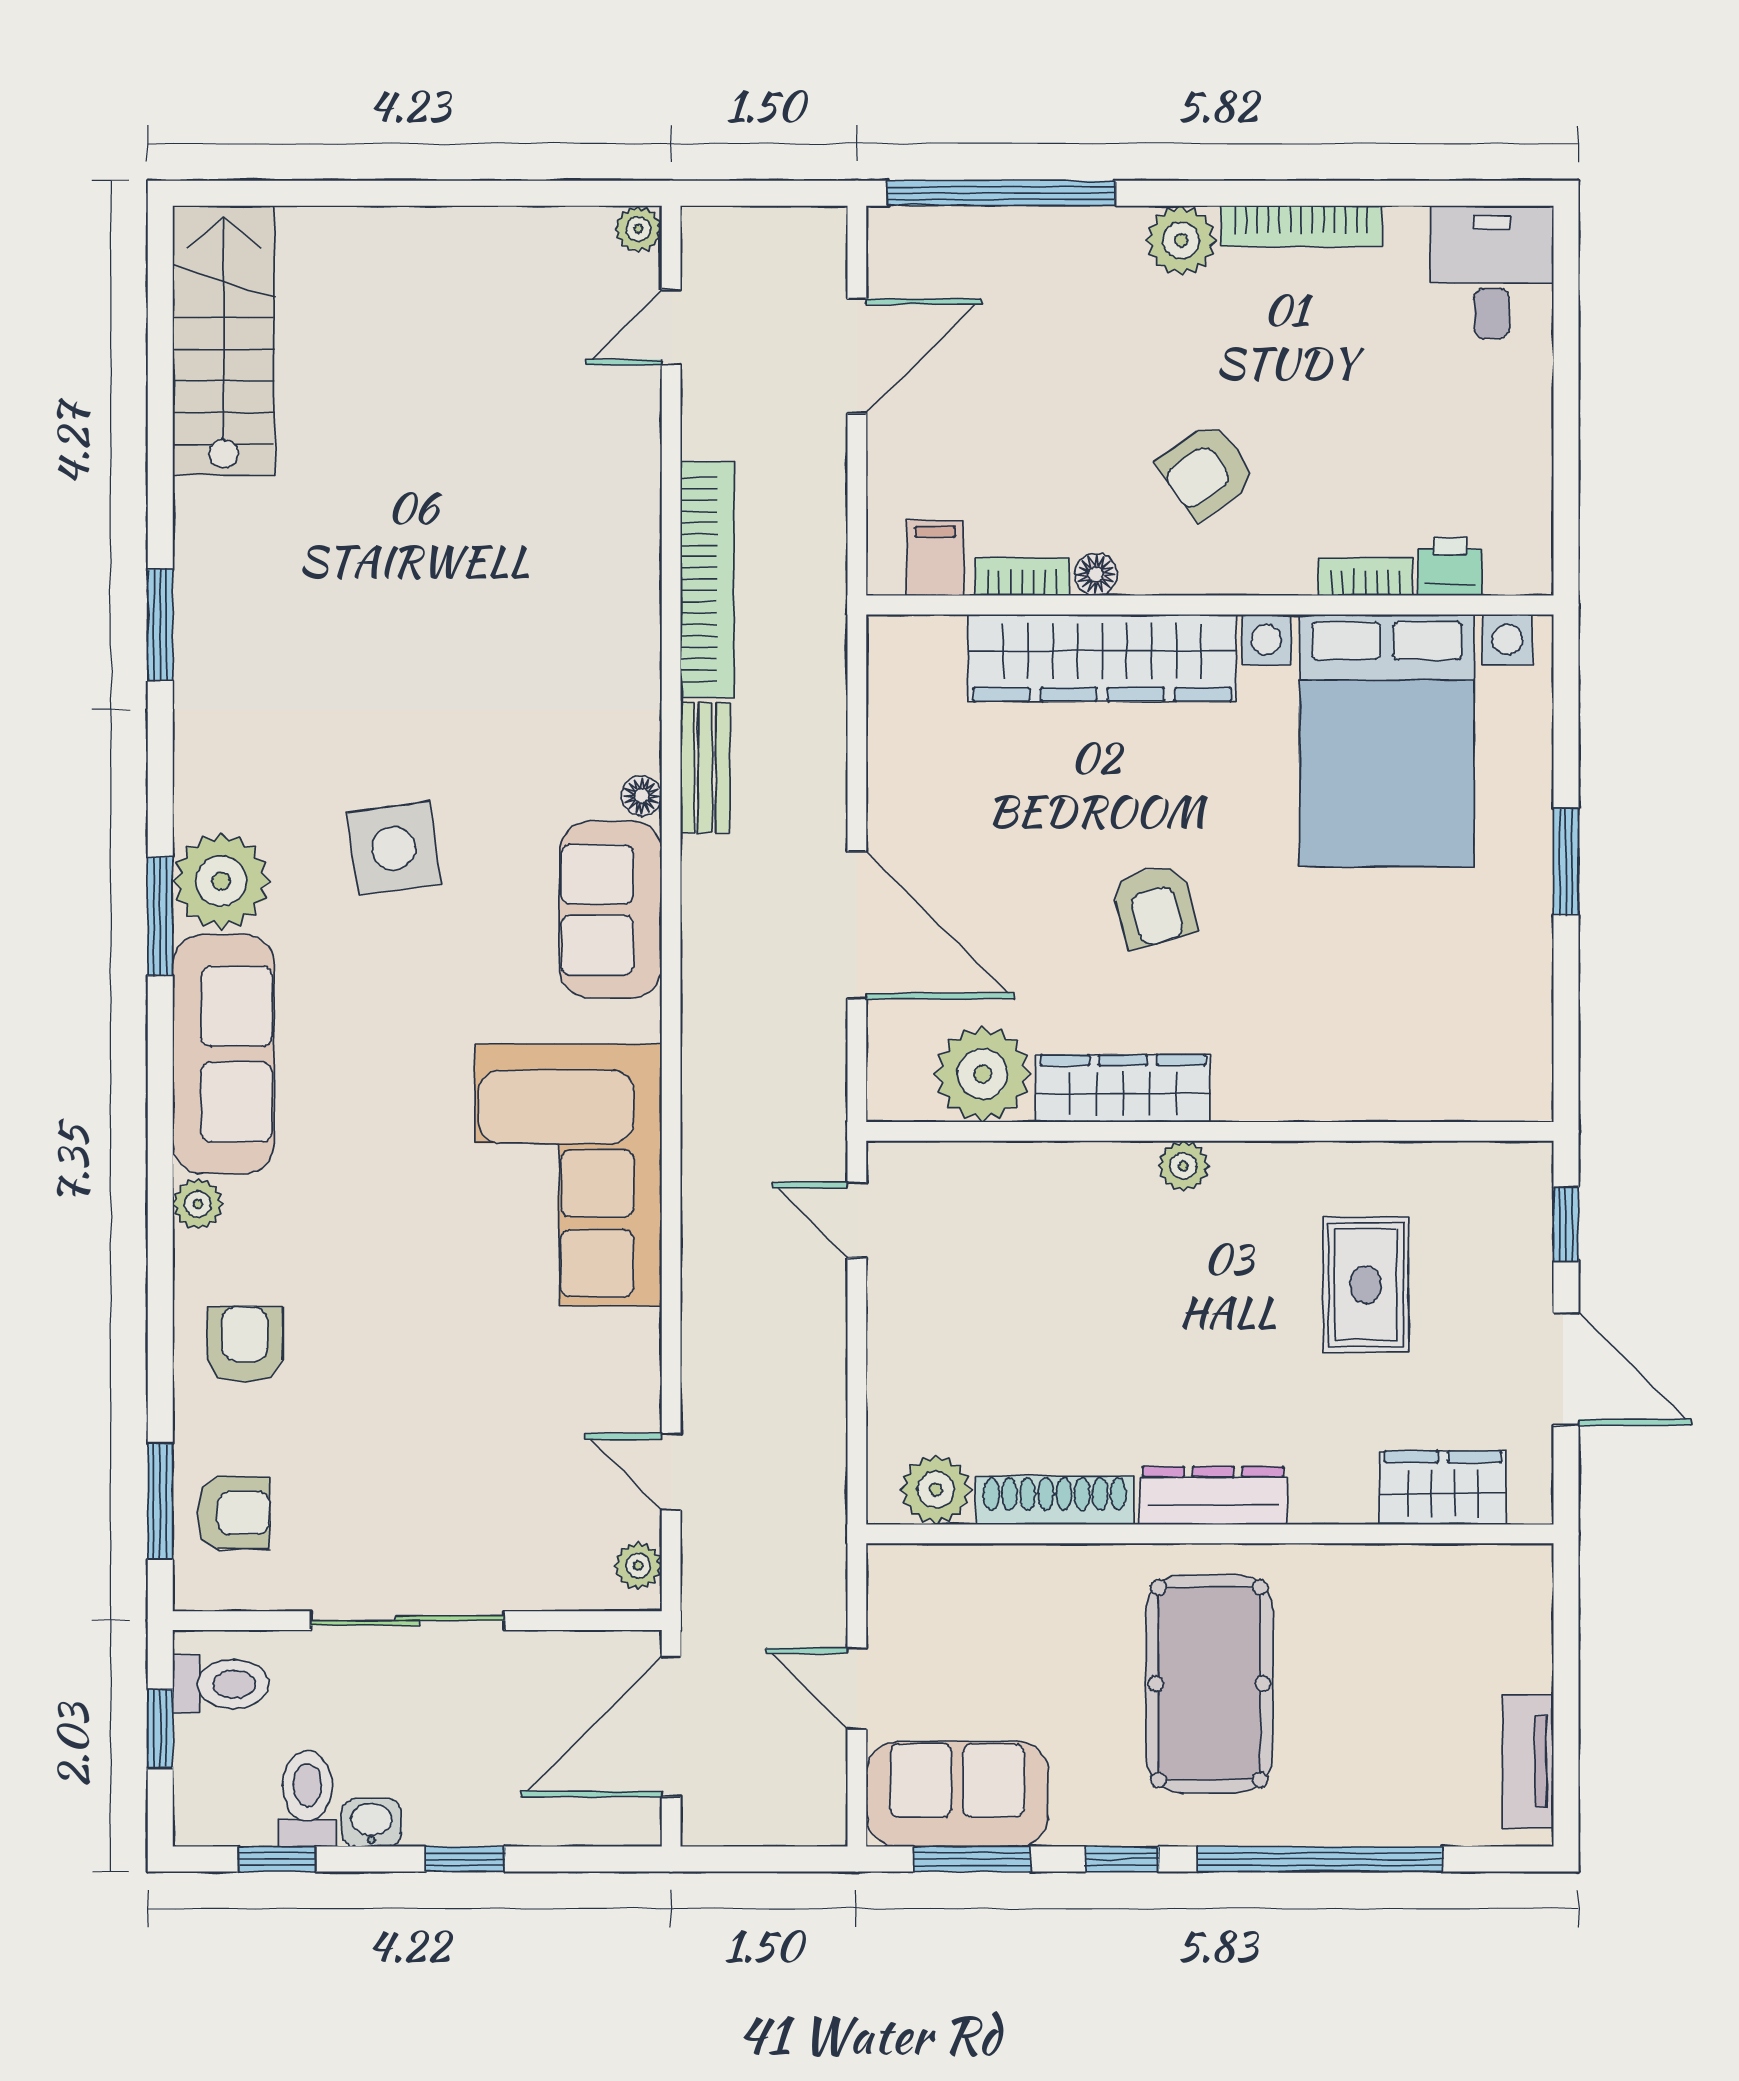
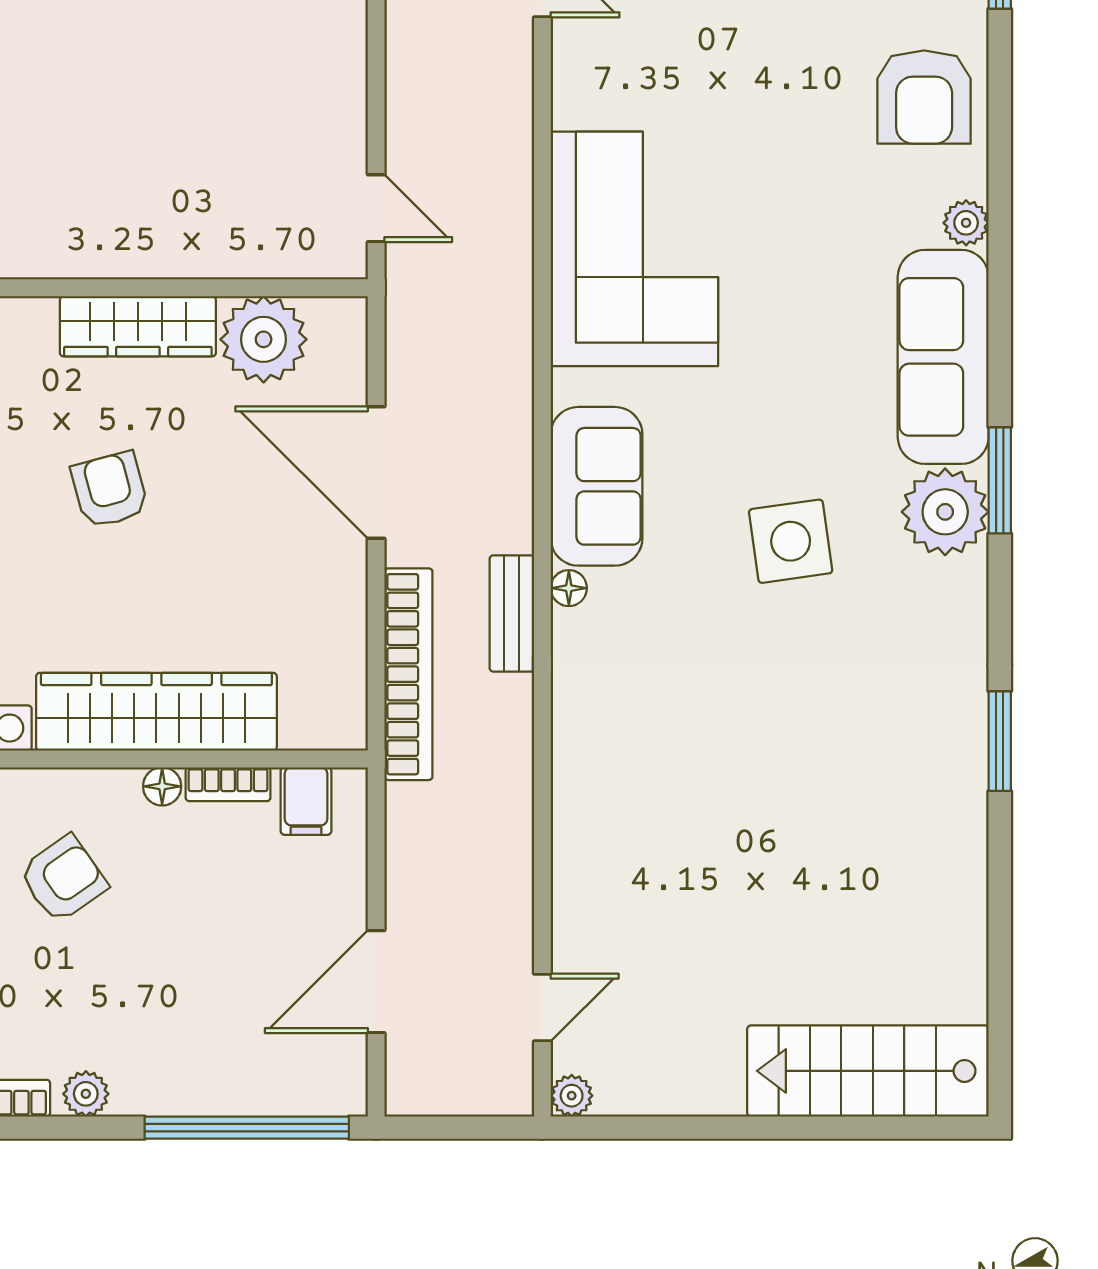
plant: (1181, 240) -> (86, 1094), width x0.73, depth x0.73
stairs: (223, 340) -> (868, 1071), moved, turned 90
bookcase: (707, 579) -> (408, 674), moved, turned 180
plant: (1183, 1166) -> (84, 257), removed
armchair: (245, 1344) -> (924, 97), width x1.38, depth x1.38

